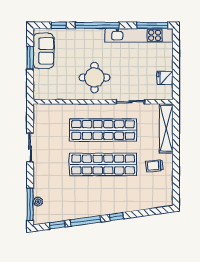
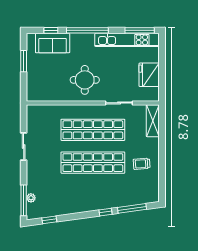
sofa: (43, 51) -> (53, 43), moved, turned 90
fridge: (165, 78) -> (149, 75), width x1.88, depth x1.34
shelving: (166, 128) -> (153, 121), width x0.68
window: (86, 221) -> (132, 208), moved

